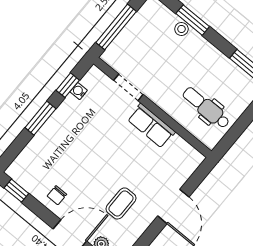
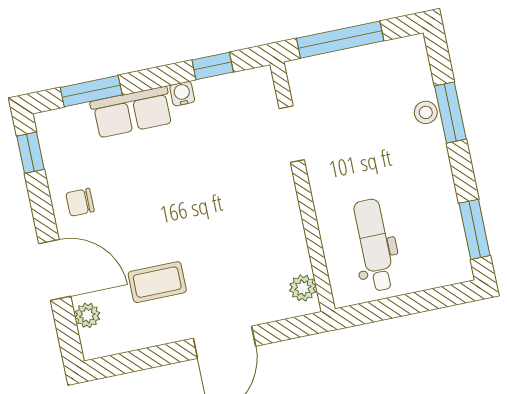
water cooler: (79, 91) -> (182, 94), moved
window: (40, 118) -> (91, 91), moved
row of seats: (151, 126) -> (132, 112), moved, turned -90
plant: (189, 153) -> (303, 288), added

